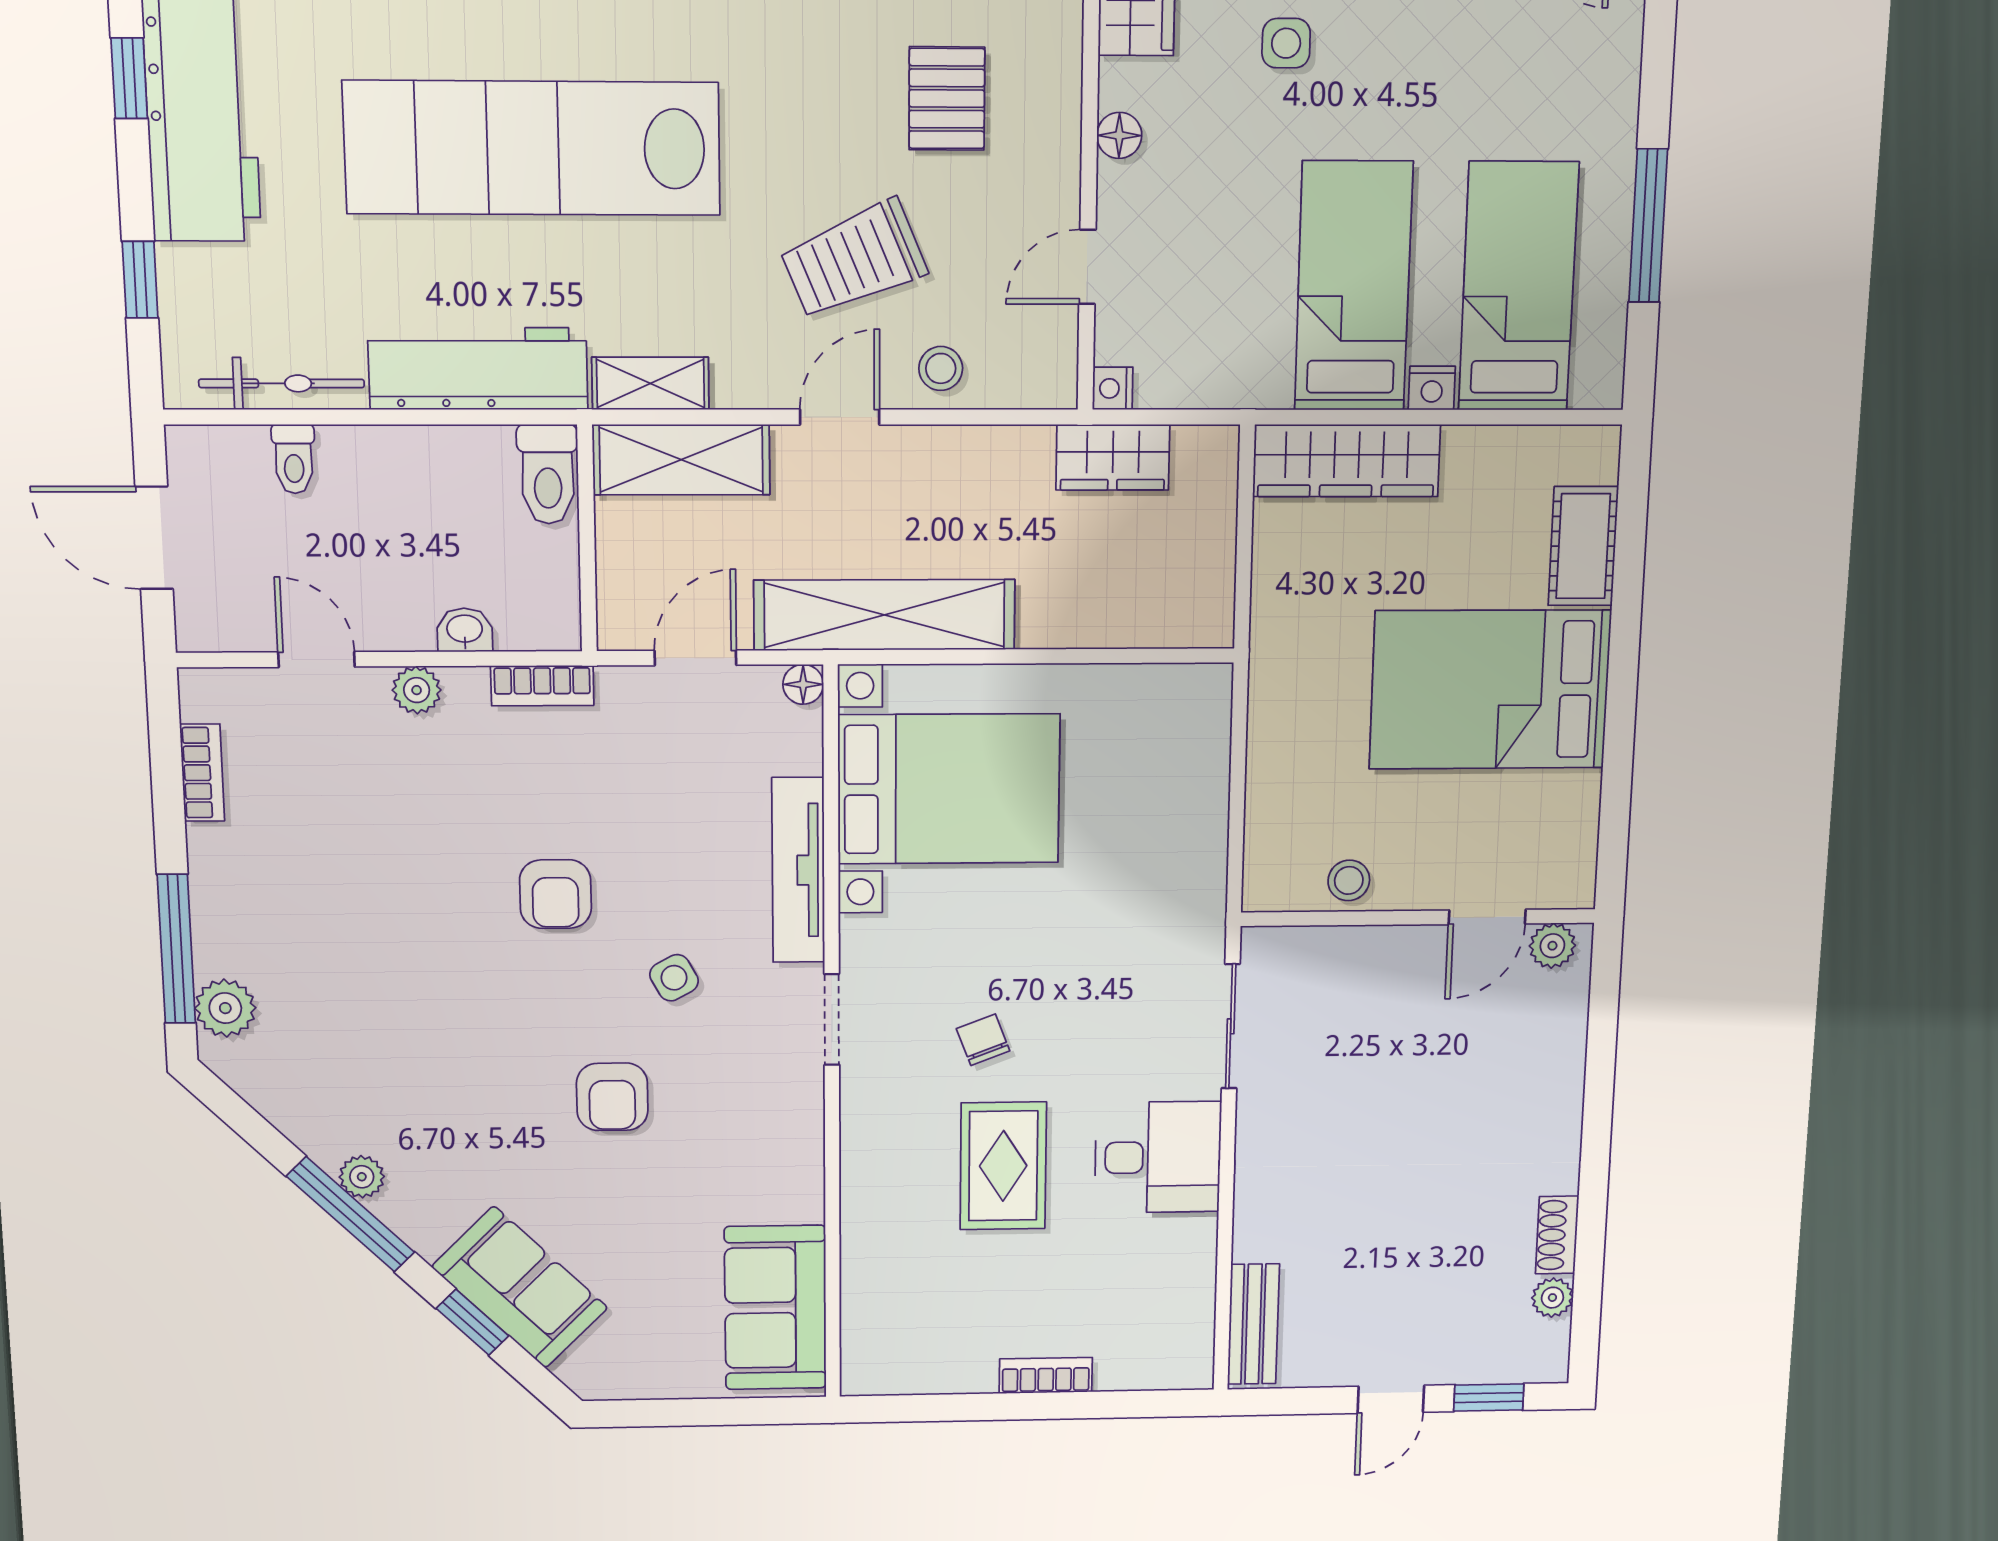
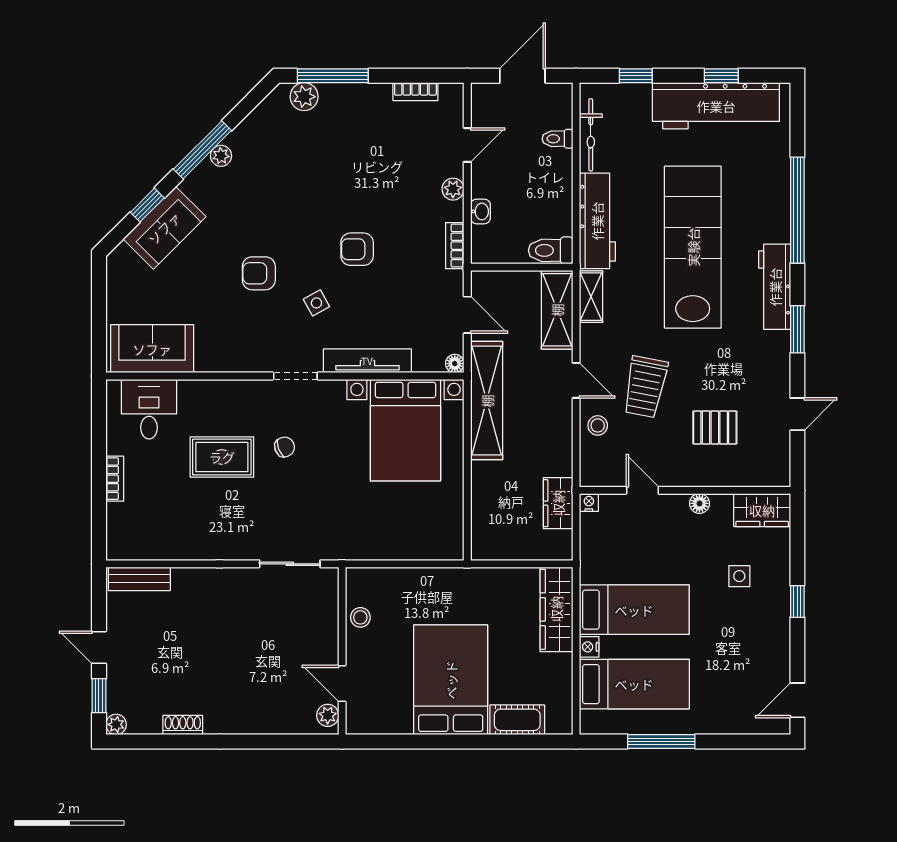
trolley: (854, 260) -> (645, 387), turned -146
desk: (1158, 1157) -> (149, 409), moved, turned 180
plant: (1552, 1298) -> (116, 724), moved

